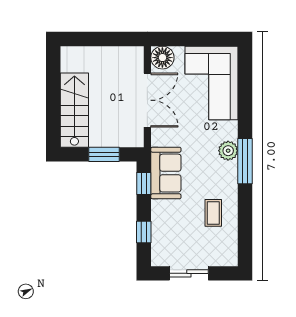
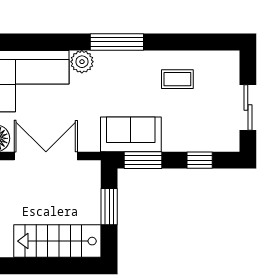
plant: (228, 151) -> (82, 62), moved
window: (144, 184) -> (143, 160), width x1.50

